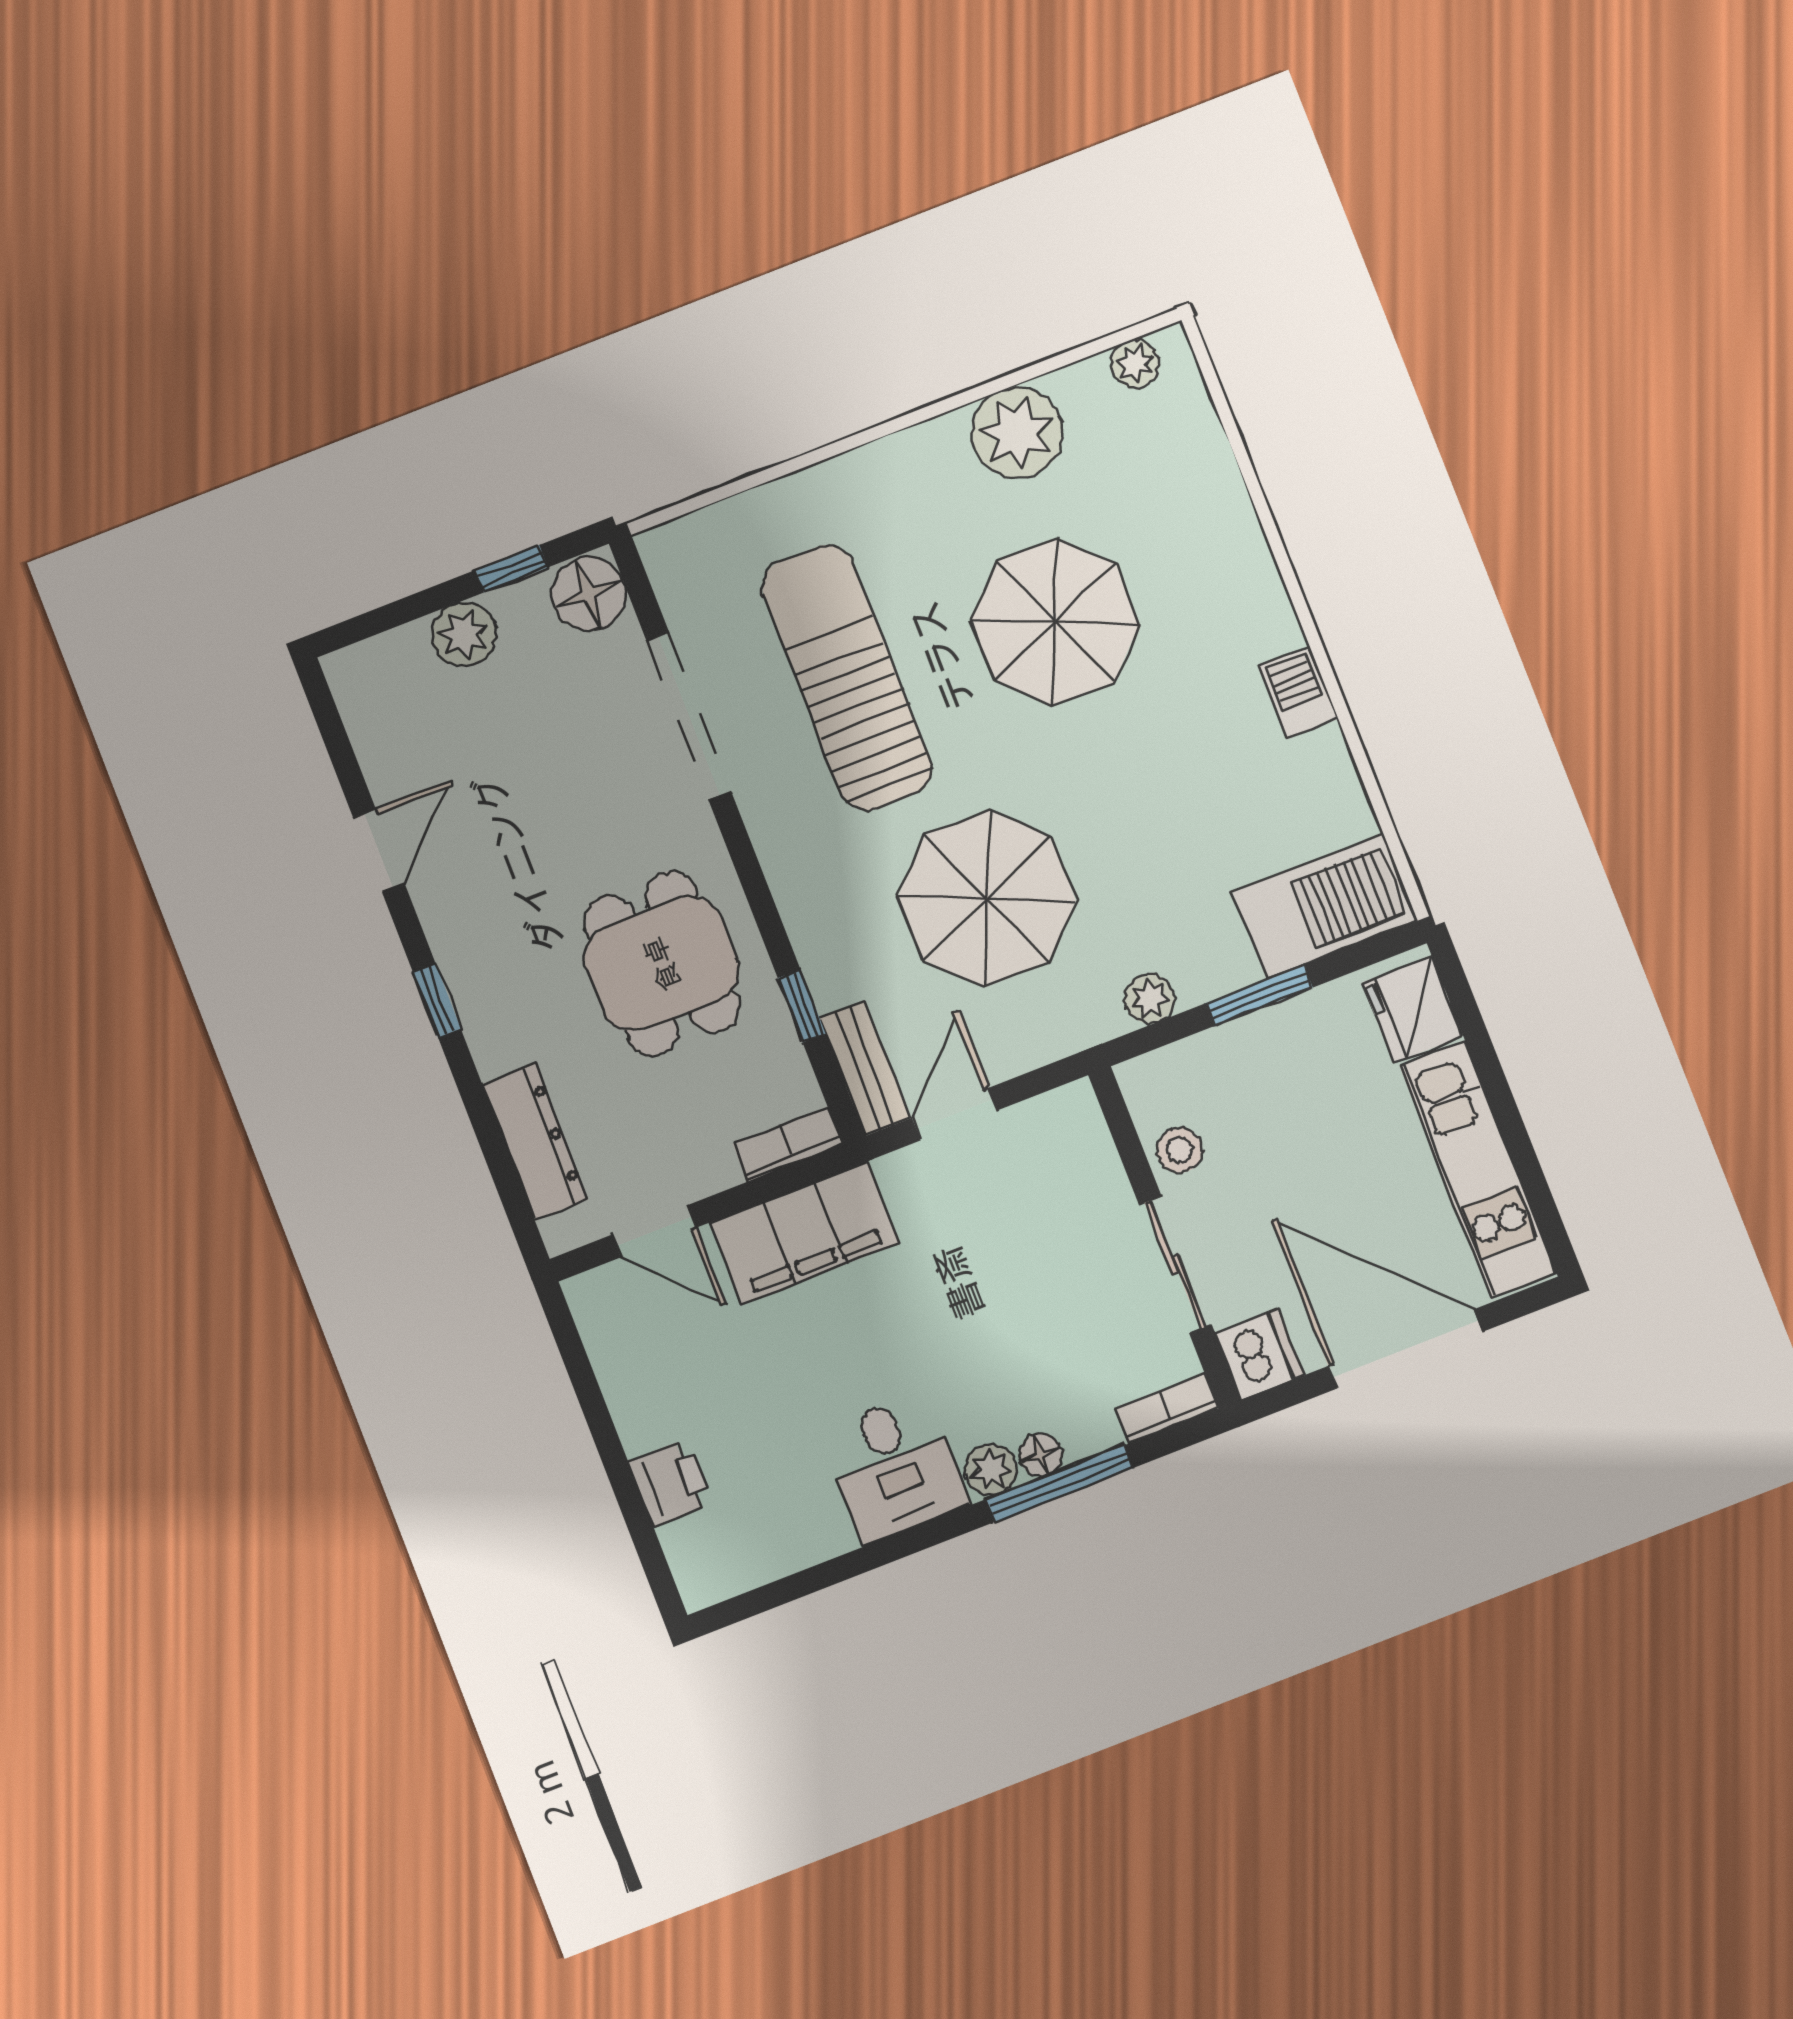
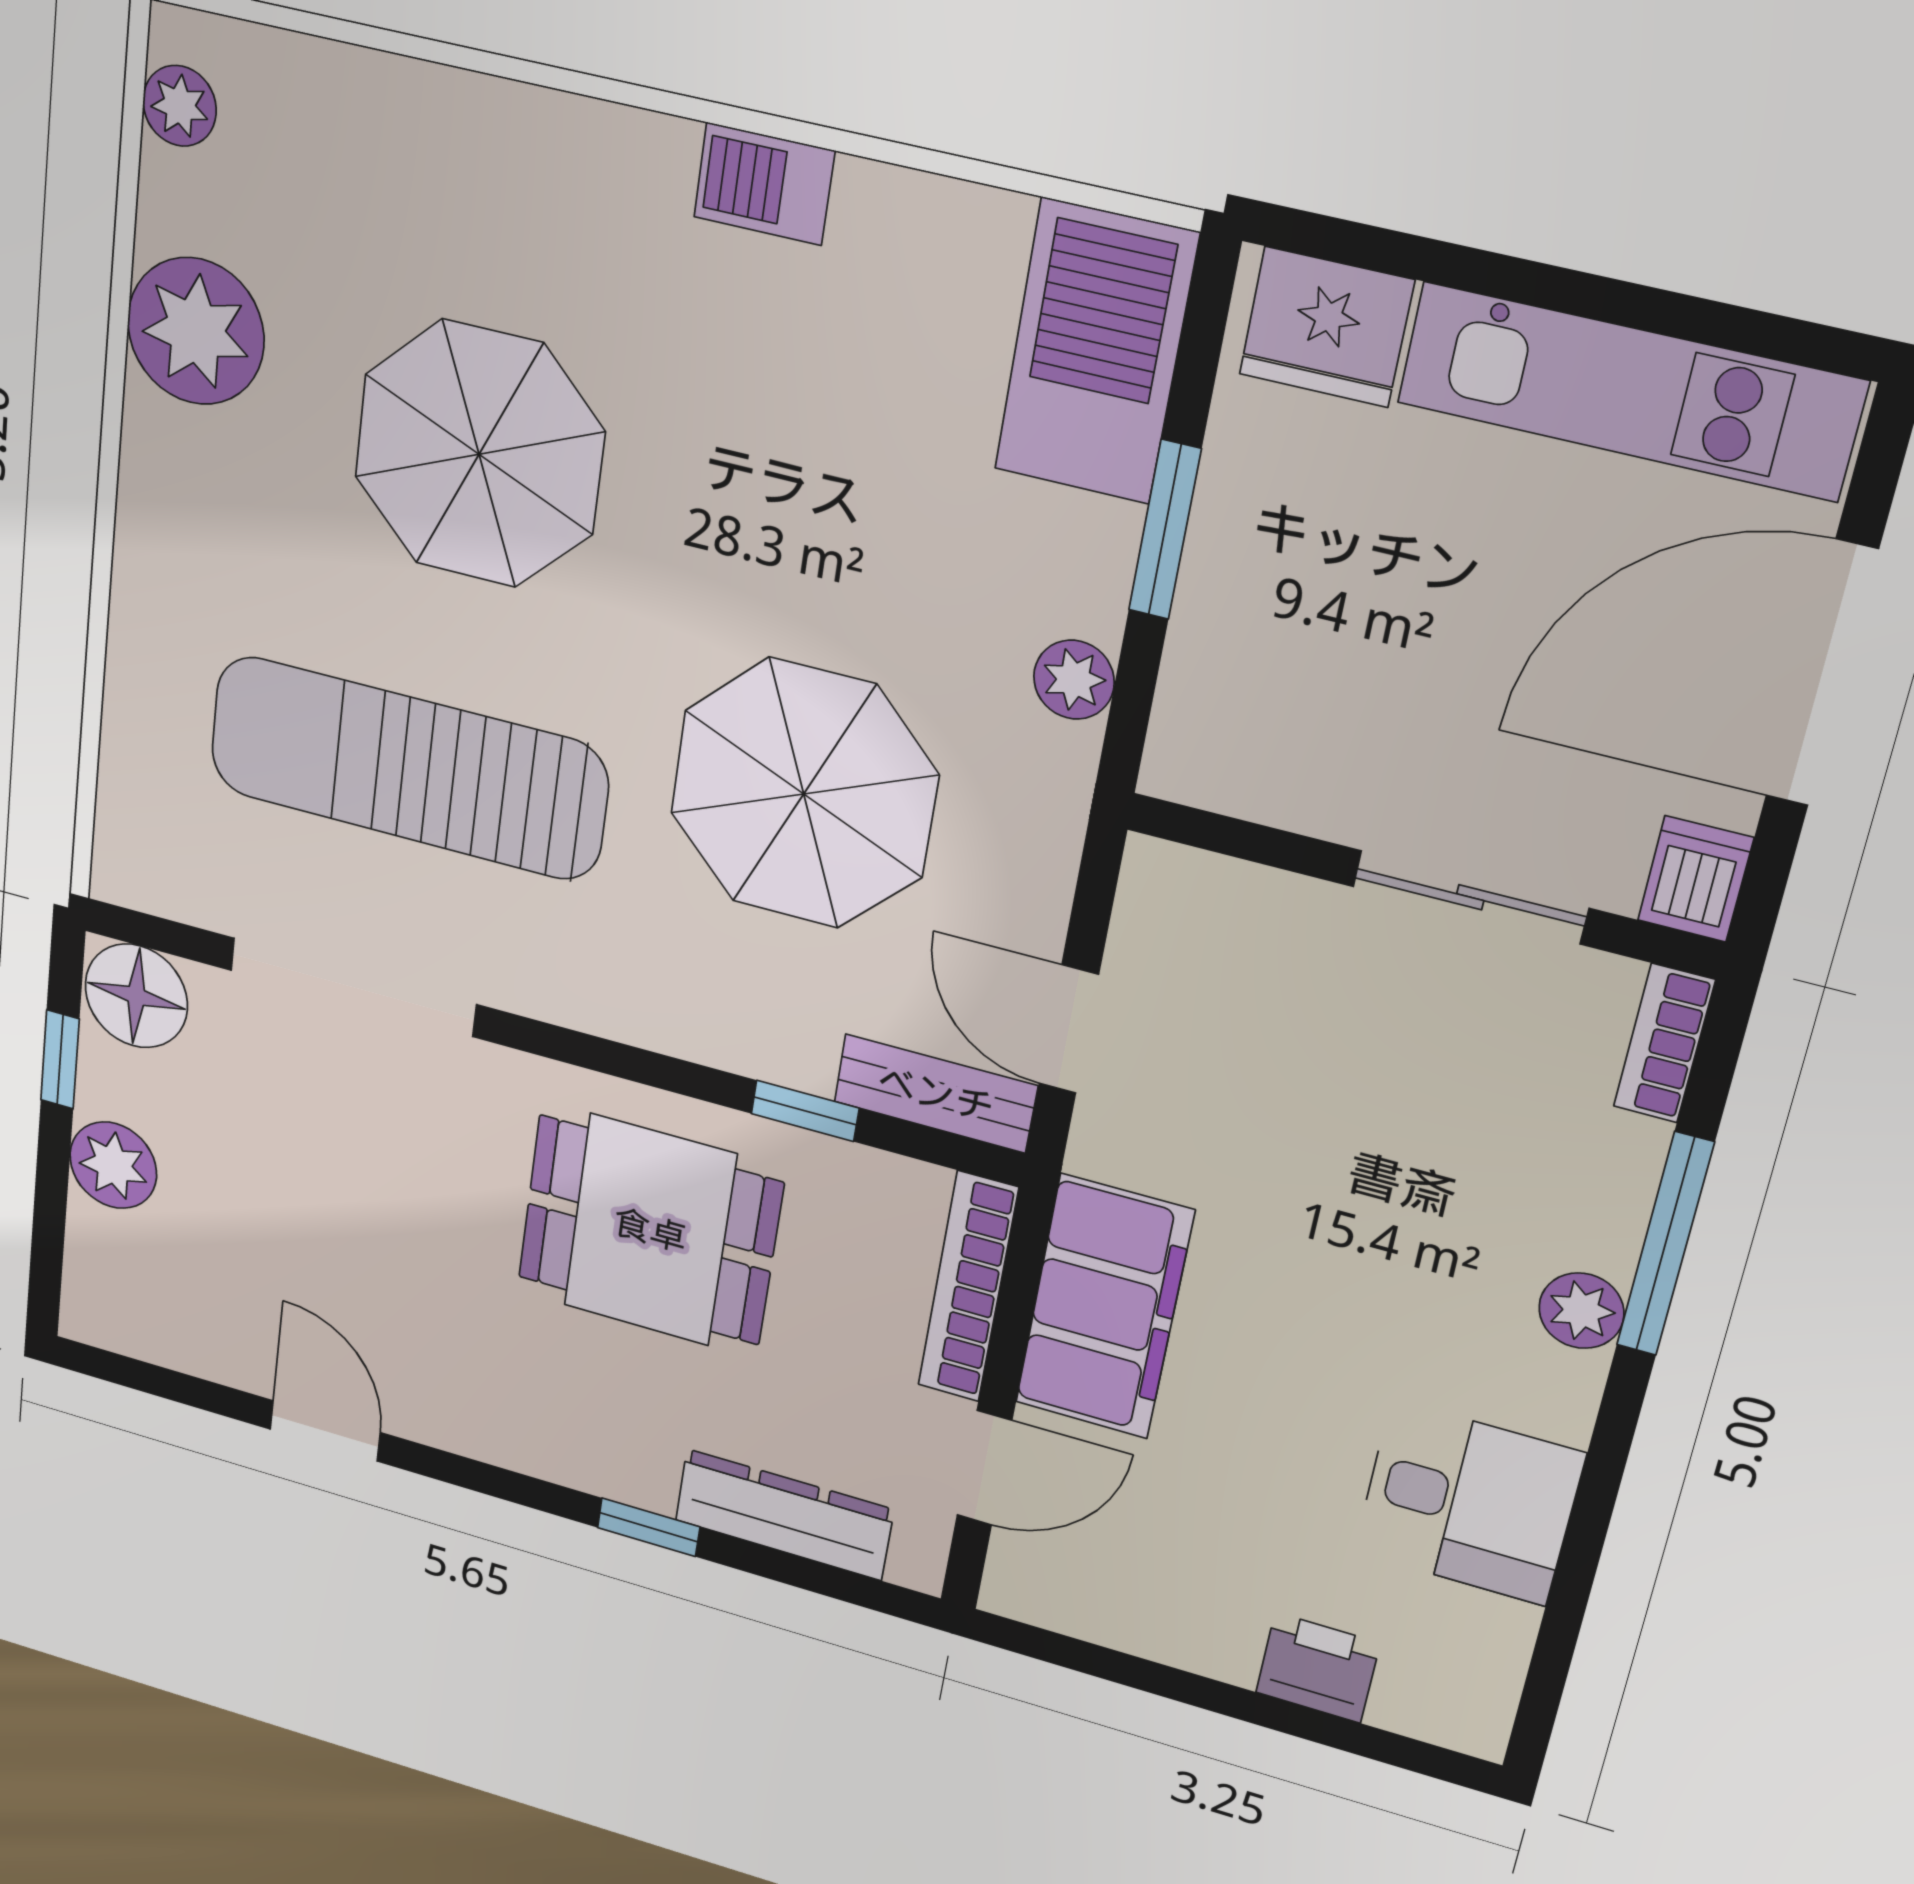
window: (437, 1000) -> (649, 1527), moved
bookcase: (788, 1144) -> (968, 1287), width x1.56
stool: (1179, 1150) -> (1313, 784), removed
dishwasher: (1259, 1354) -> (1696, 879), width x0.73
floor lamp: (1041, 1455) -> (1608, 1240), removed
desk: (895, 1467) -> (1469, 1503), moved

